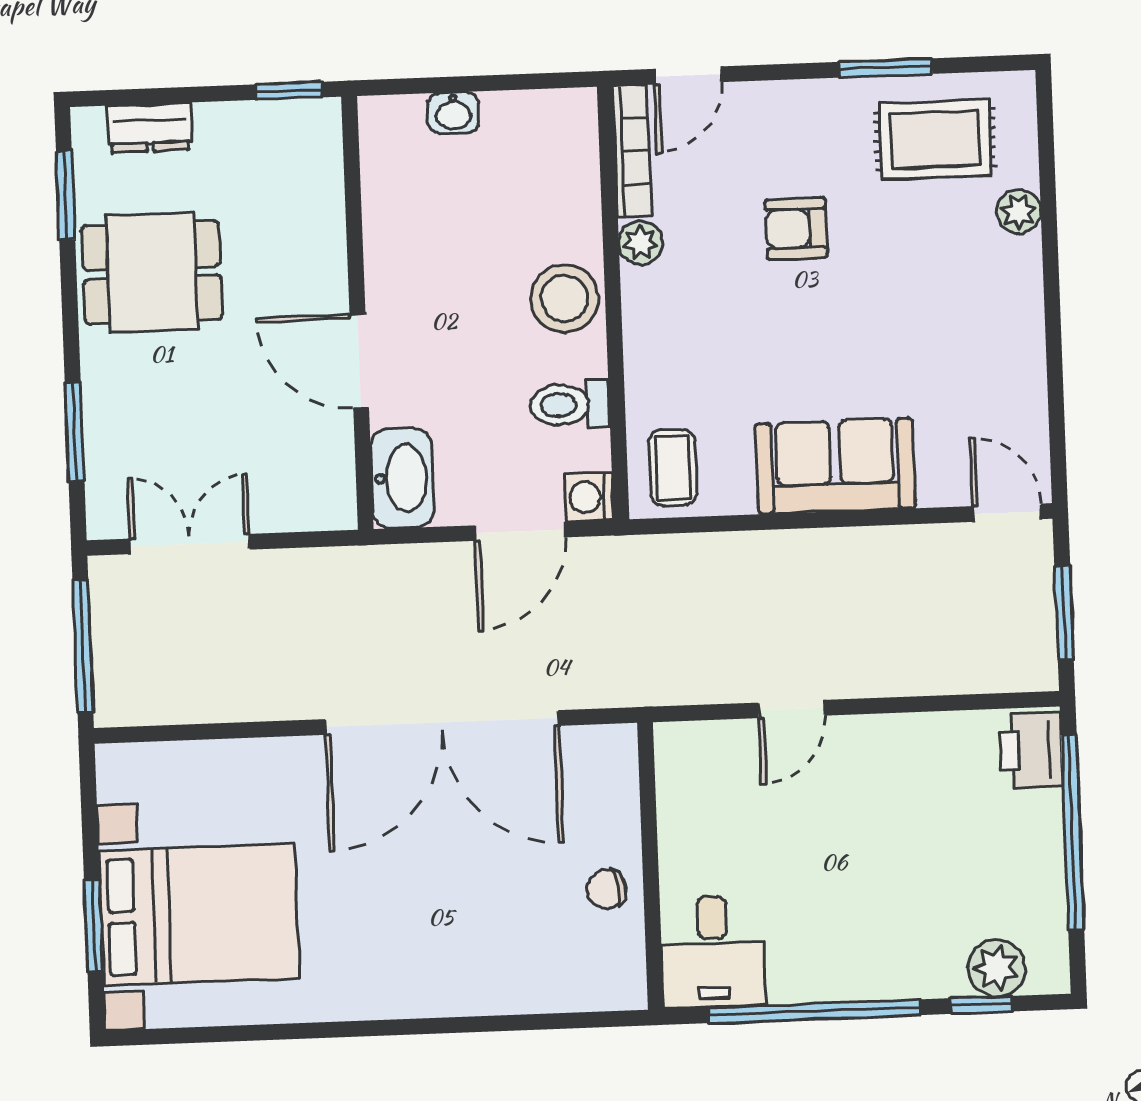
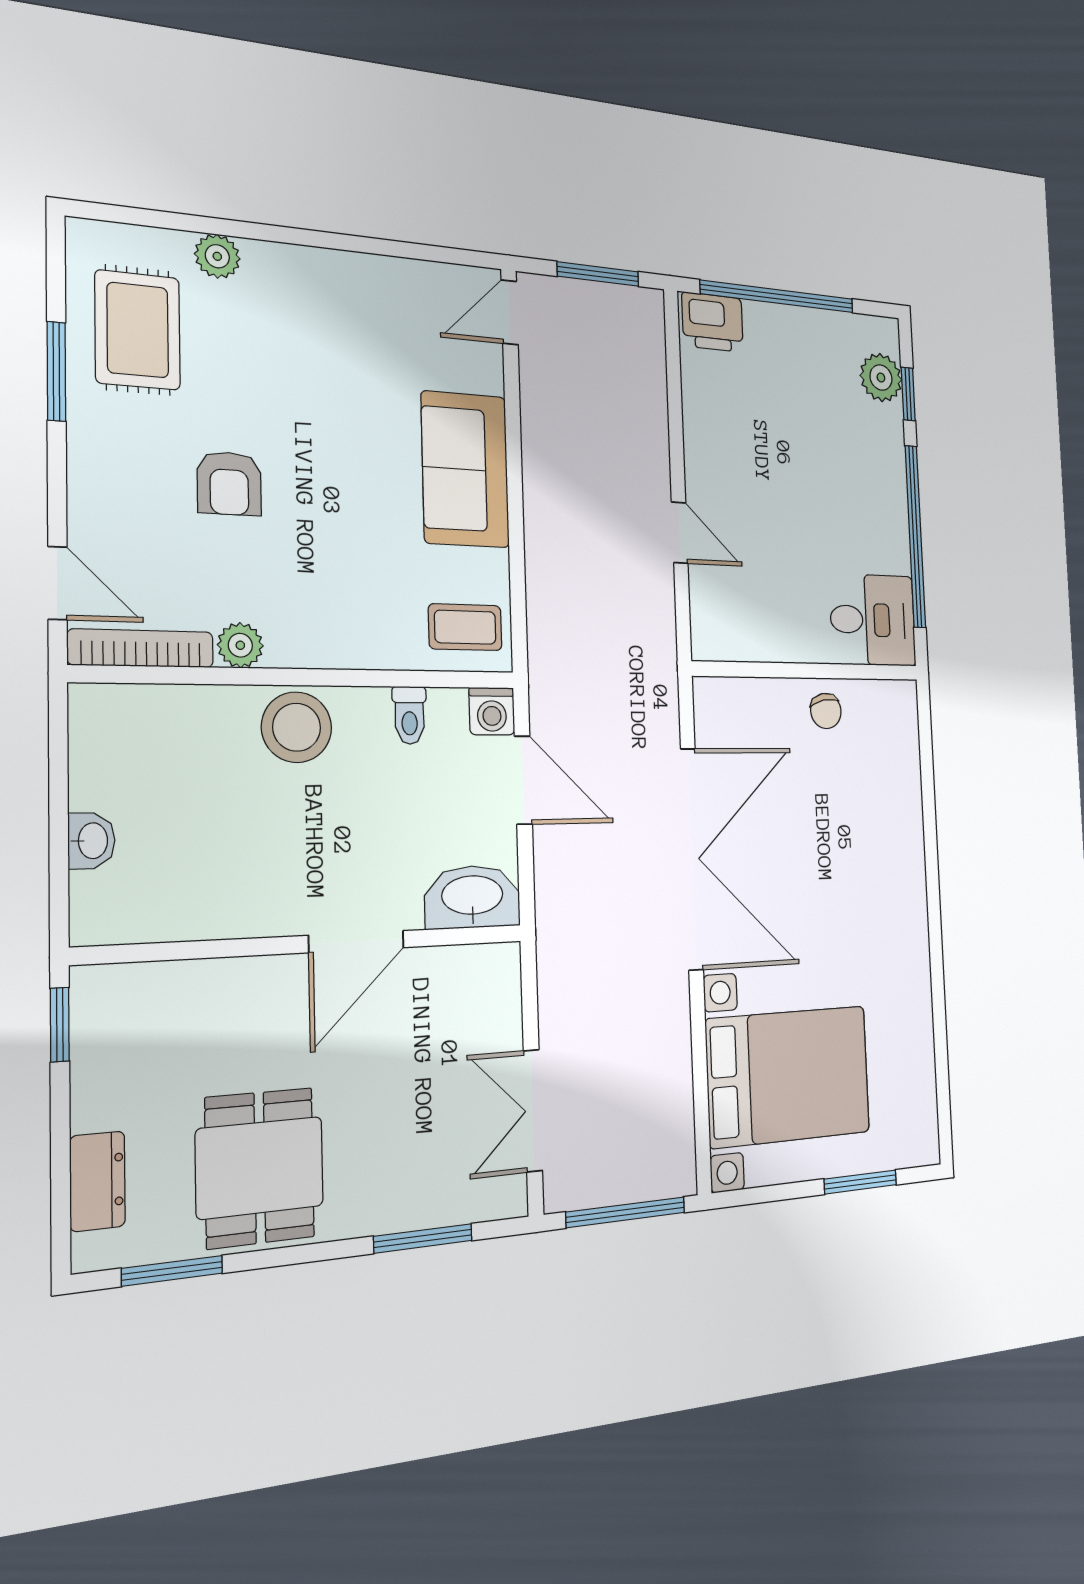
toilet: (570, 405) -> (409, 715), width x0.73, depth x0.72
bed with nightstands: (199, 914) -> (788, 1076), moved, turned 90

